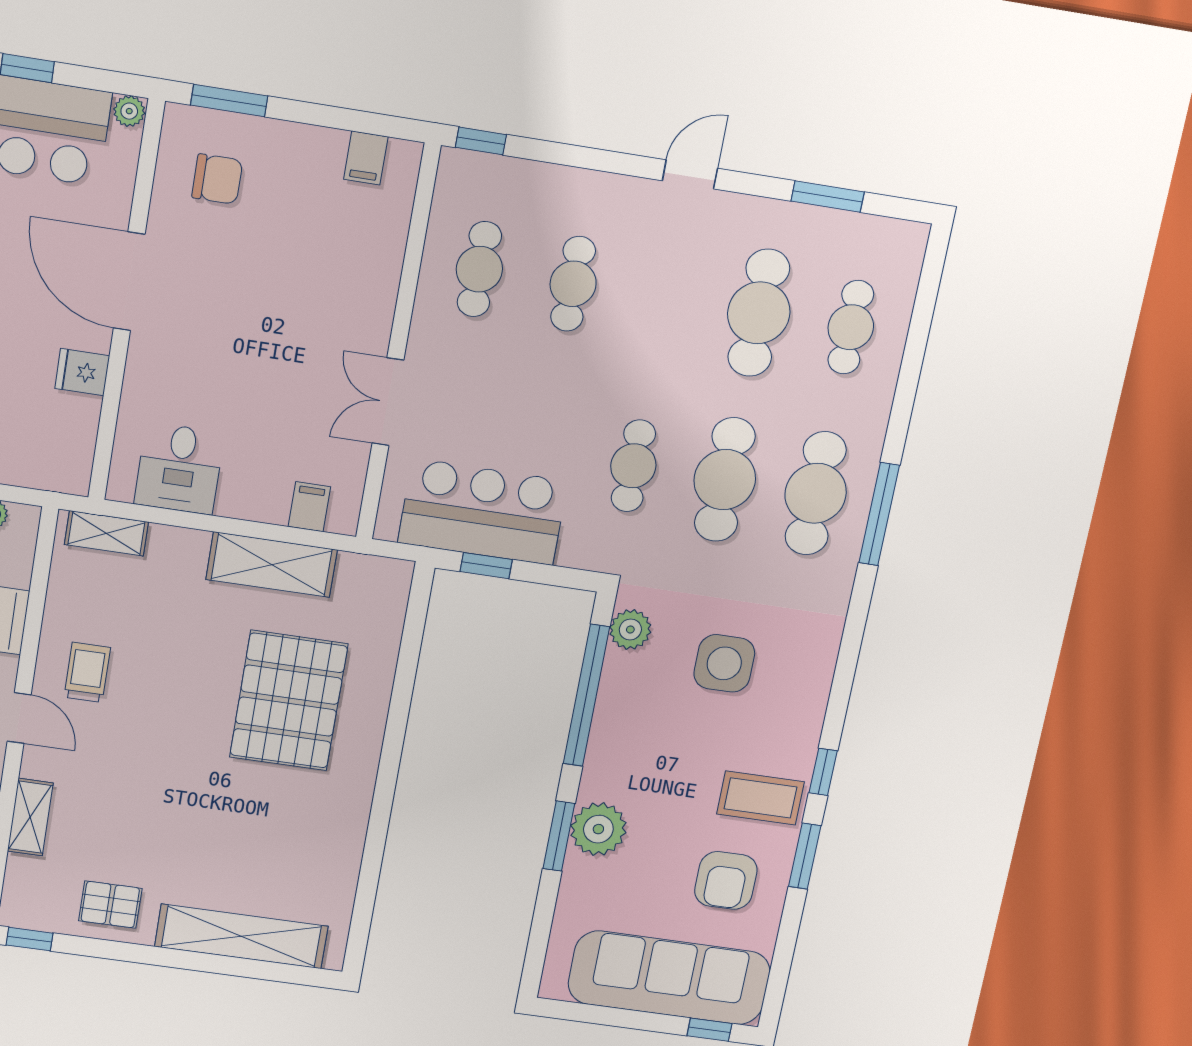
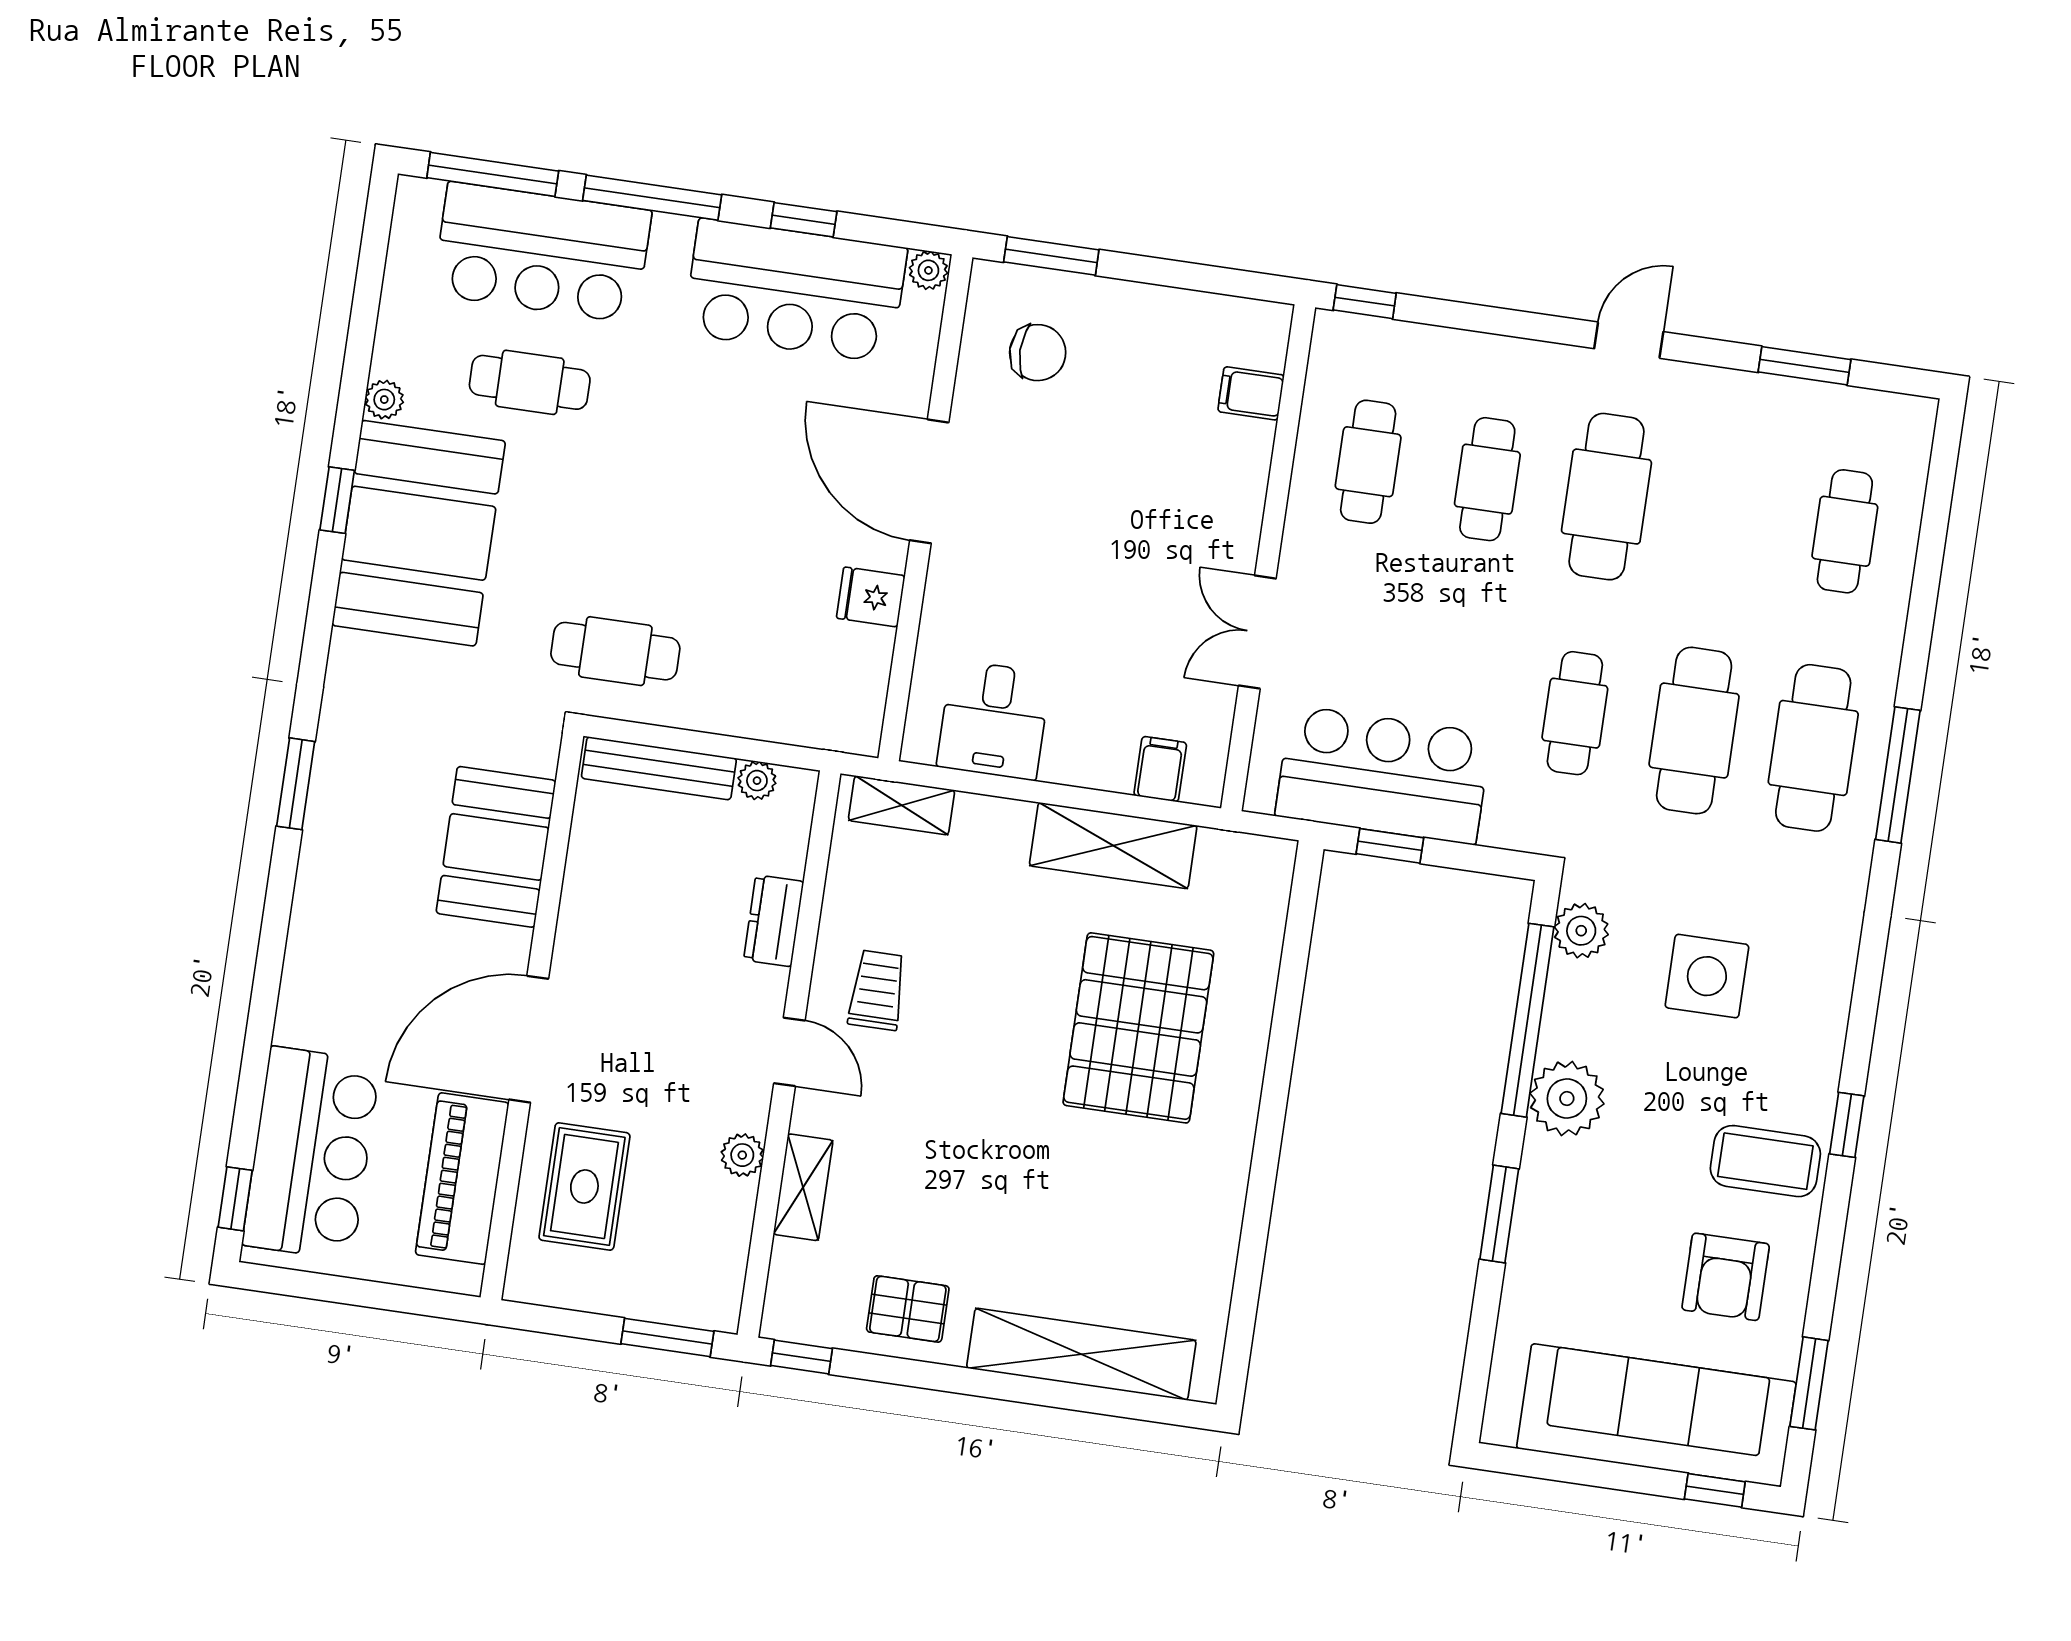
filing cabinet: (366, 158) -> (1251, 393), moved, turned 90
cafe table: (759, 313) -> (1606, 497), moved
plant: (598, 829) -> (1567, 1099), moved
window: (805, 856) -> (1809, 1383), moved

